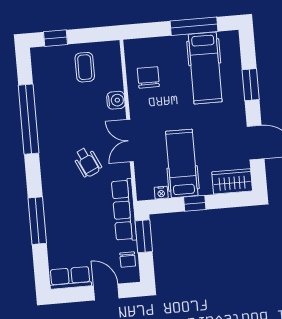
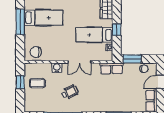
window: (56, 38) -> (20, 82), moved
chair: (148, 77) -> (36, 52), moved
wheelchair: (87, 162) -> (70, 92), moved
row of seats: (124, 210) -> (111, 68), width x0.68

